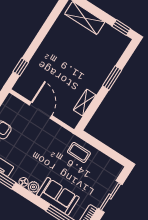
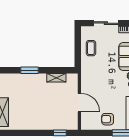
door: (41, 110) -> (79, 103), swing flipped
coffee table: (79, 152) -> (91, 48), moved

